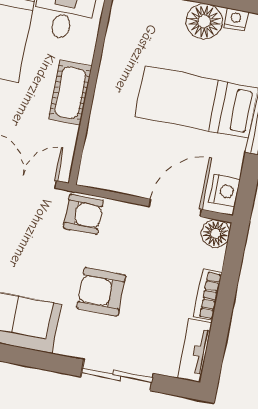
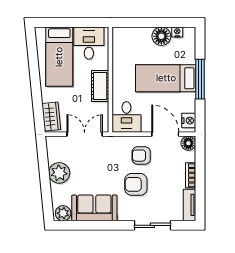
desk: (108, 161) -> (126, 117), added
door: (175, 208) -> (165, 134), hinge flipped
armchair: (83, 214) -> (141, 156), moved, turned 180

